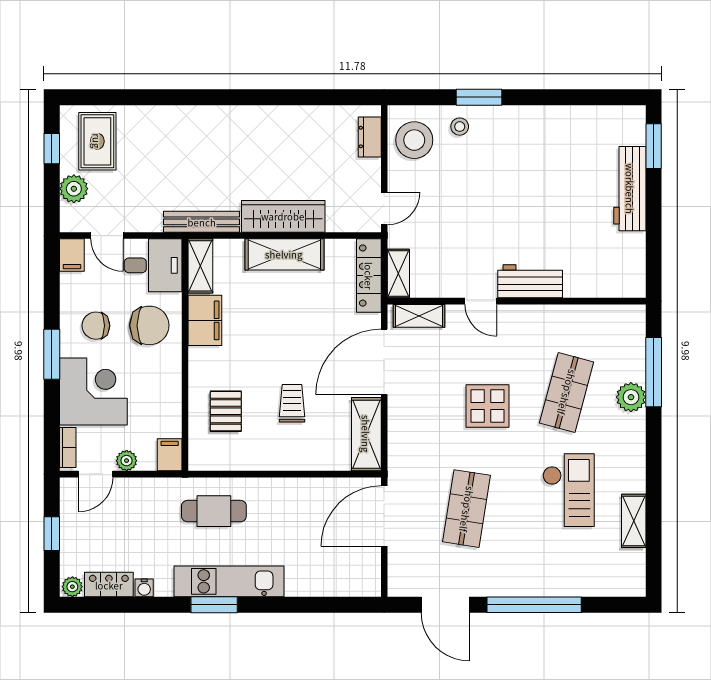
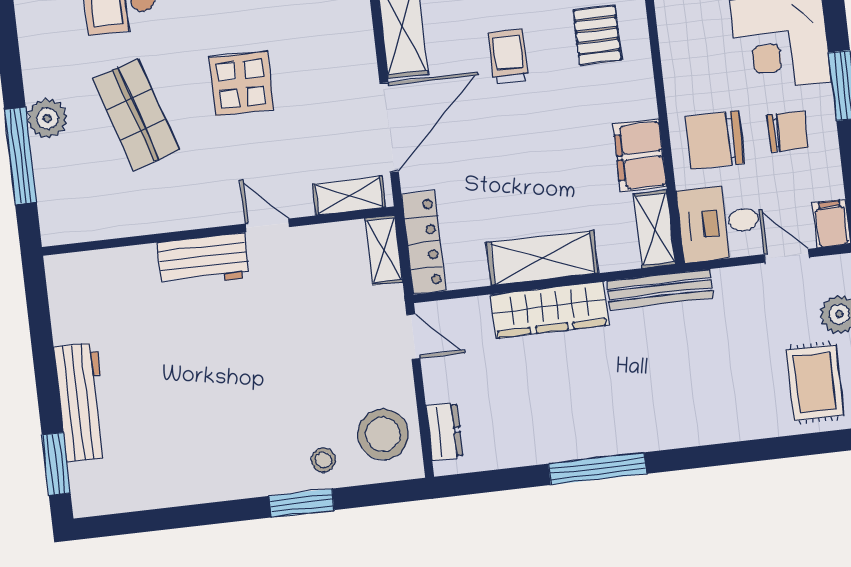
window: (262, 97) -> (597, 469), added
door: (384, 208) -> (413, 337), swing flipped
shop shelf: (567, 392) -> (136, 115), turned -33
trolley: (292, 403) -> (508, 57), turned 180

